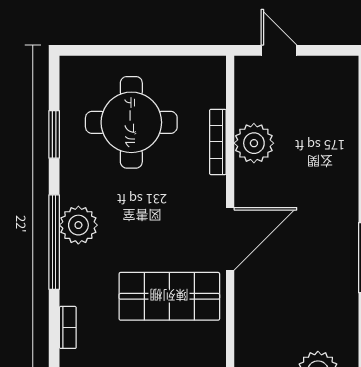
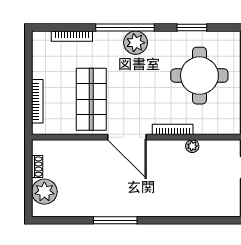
bookcase: (218, 142) -> (173, 129), moved
plant: (254, 143) -> (192, 146), width x0.53, depth x0.53
bookcase: (68, 327) -> (72, 36), width x1.56

